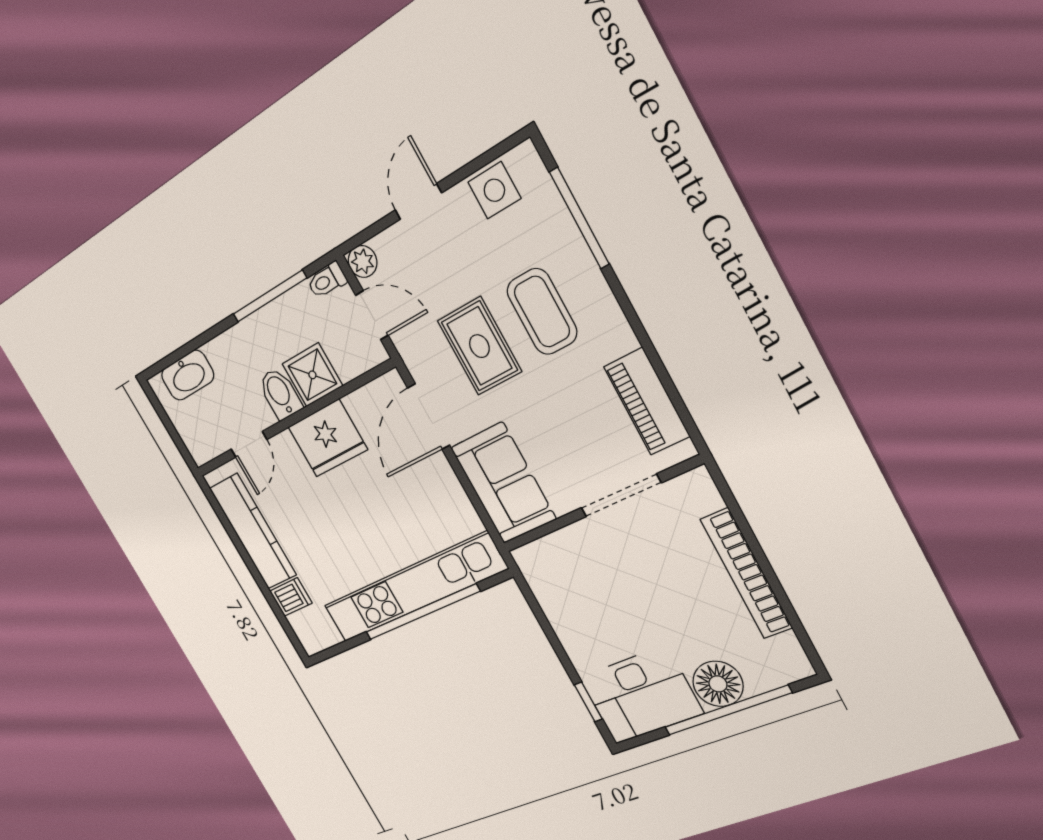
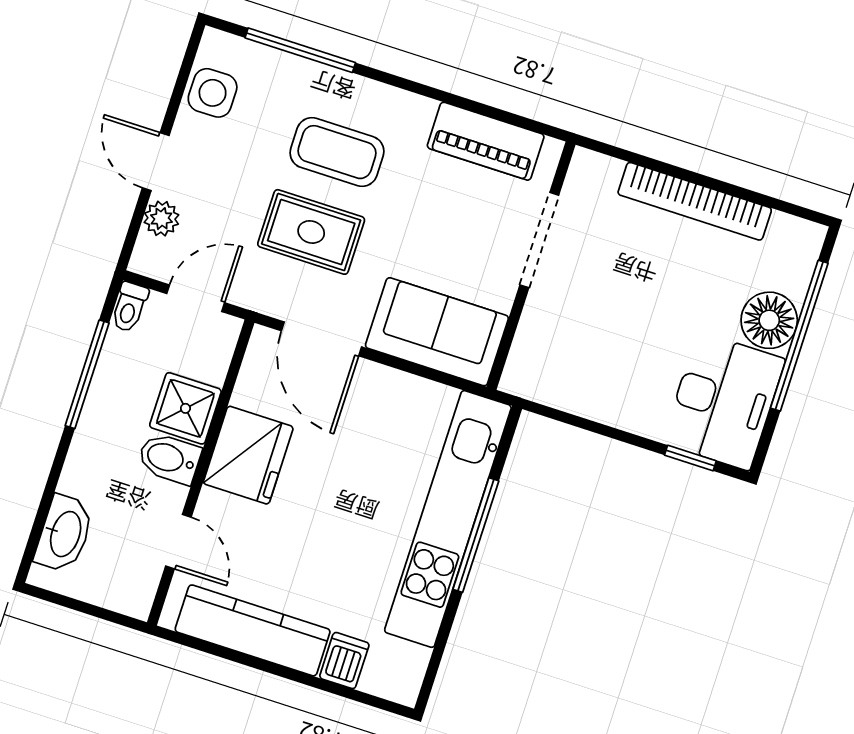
plant: (363, 261) -> (161, 219), moved
window: (422, 612) -> (476, 535), width x0.68

